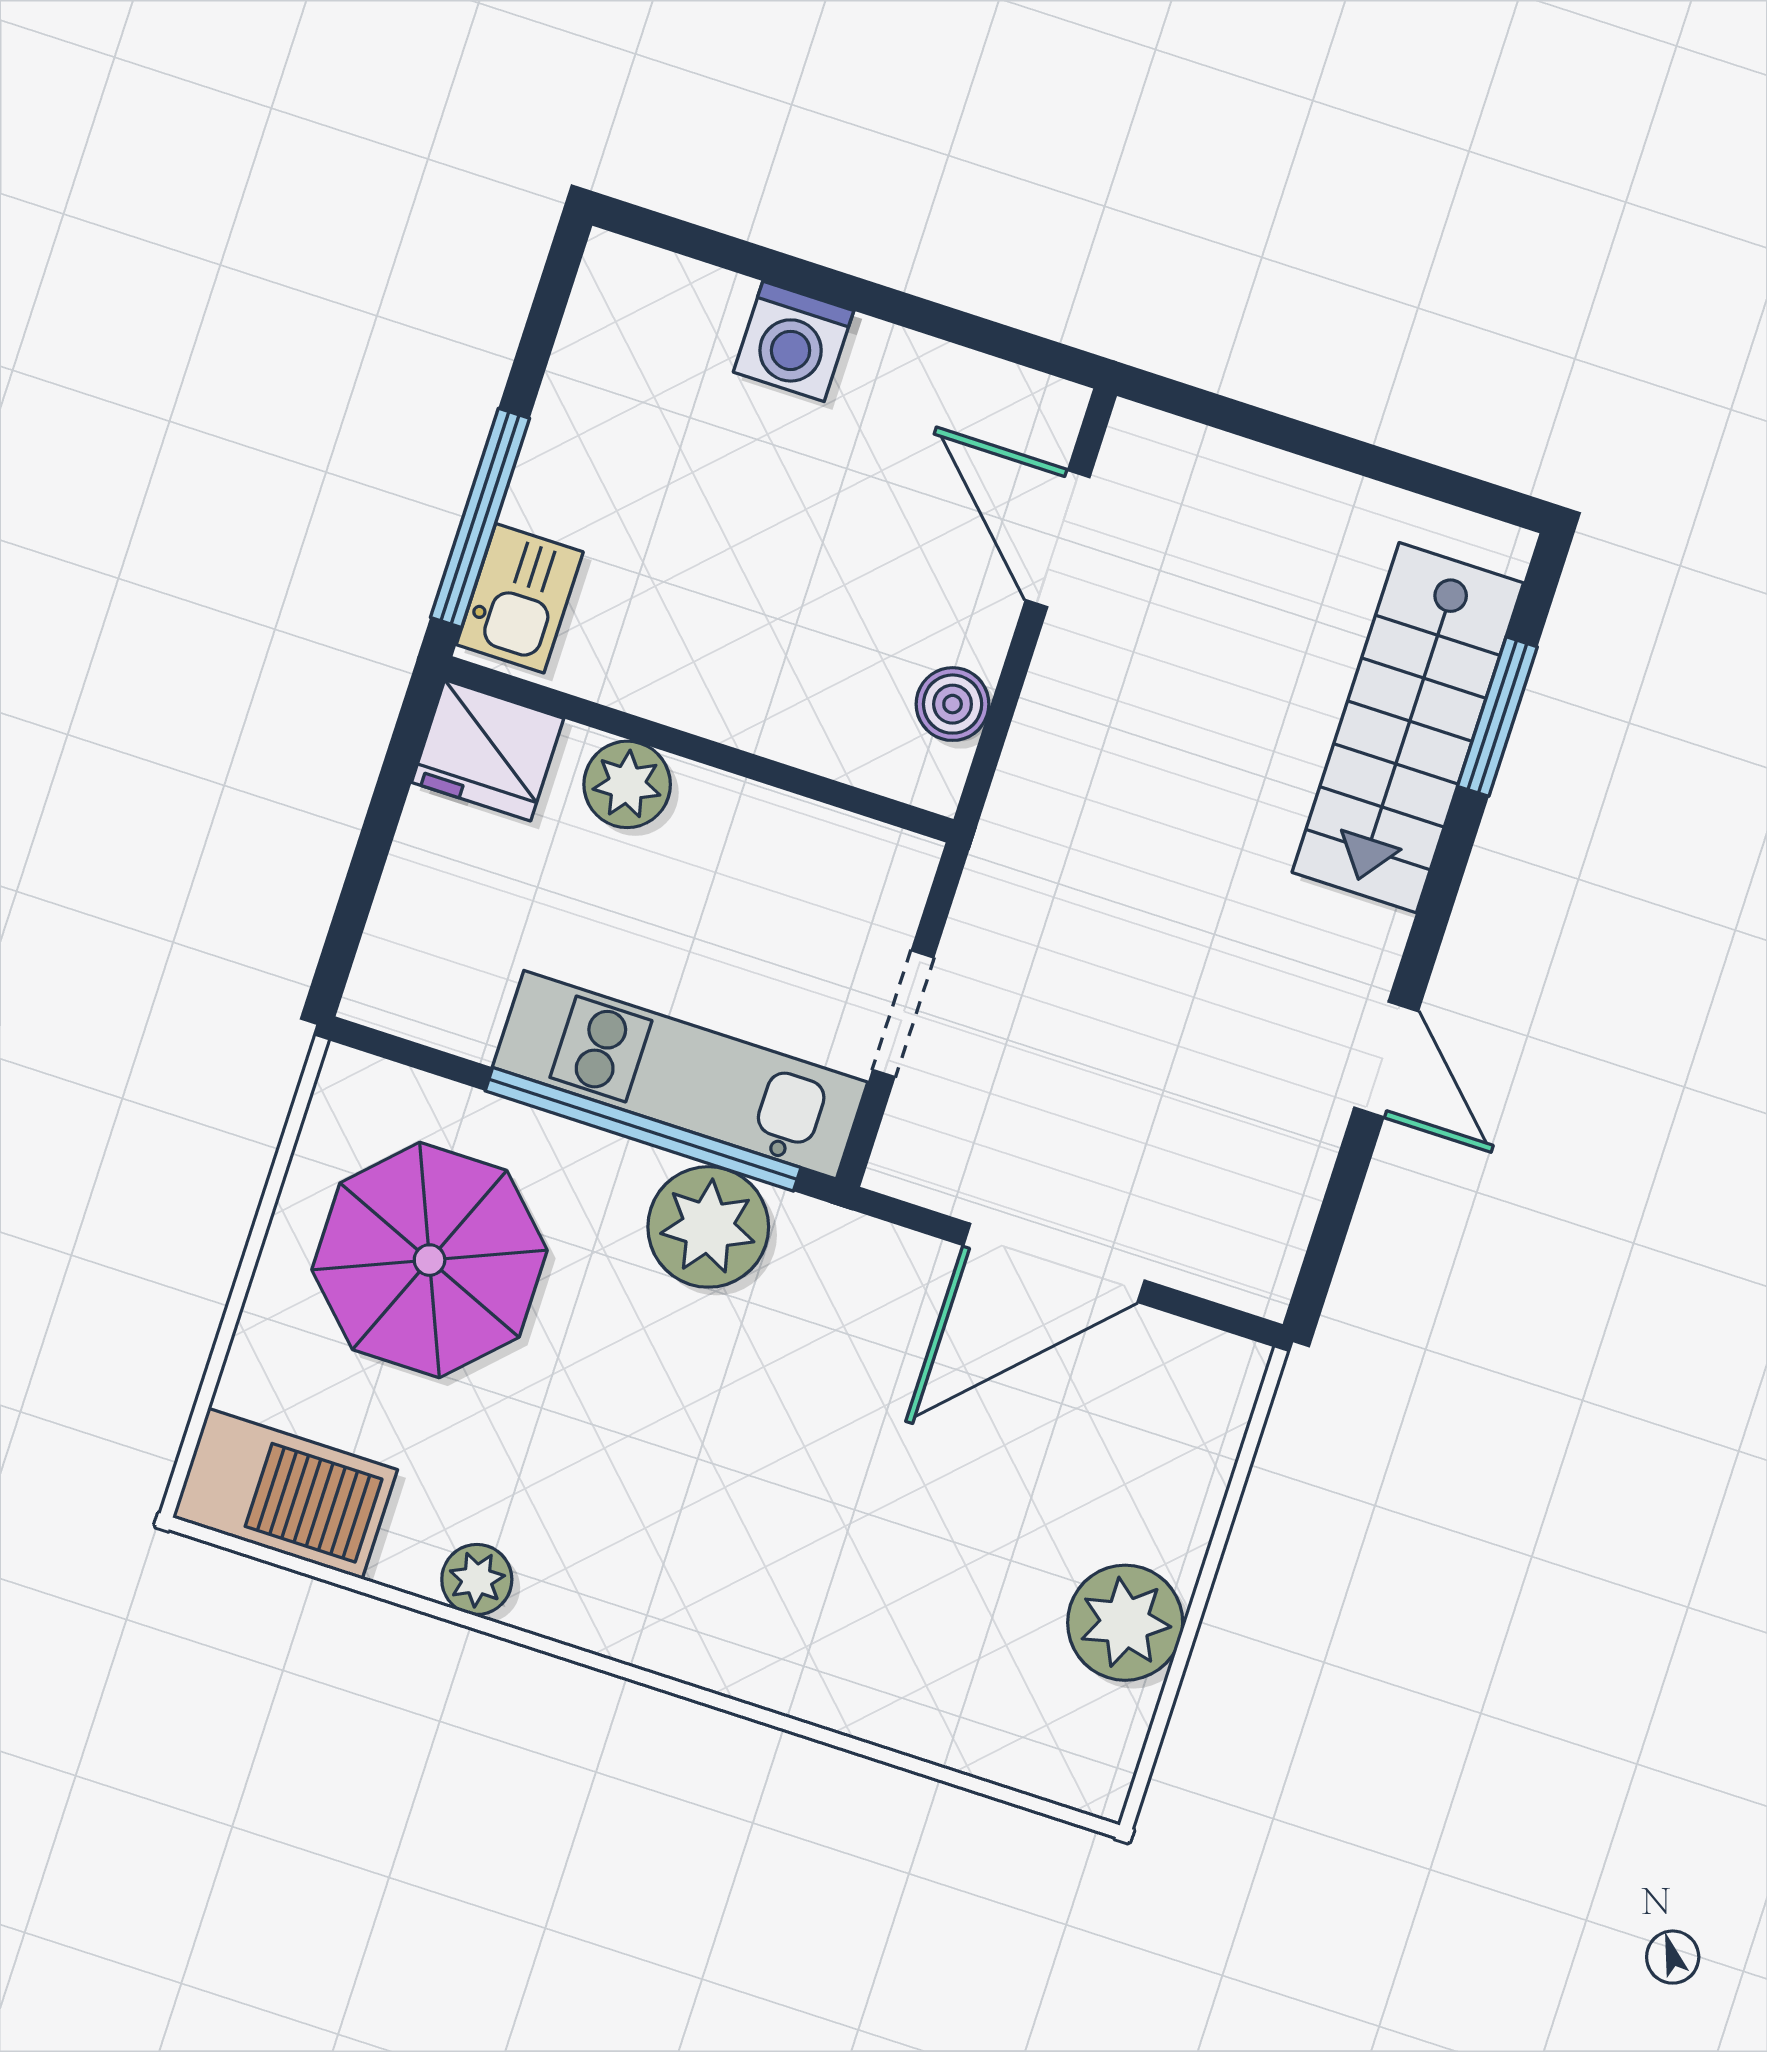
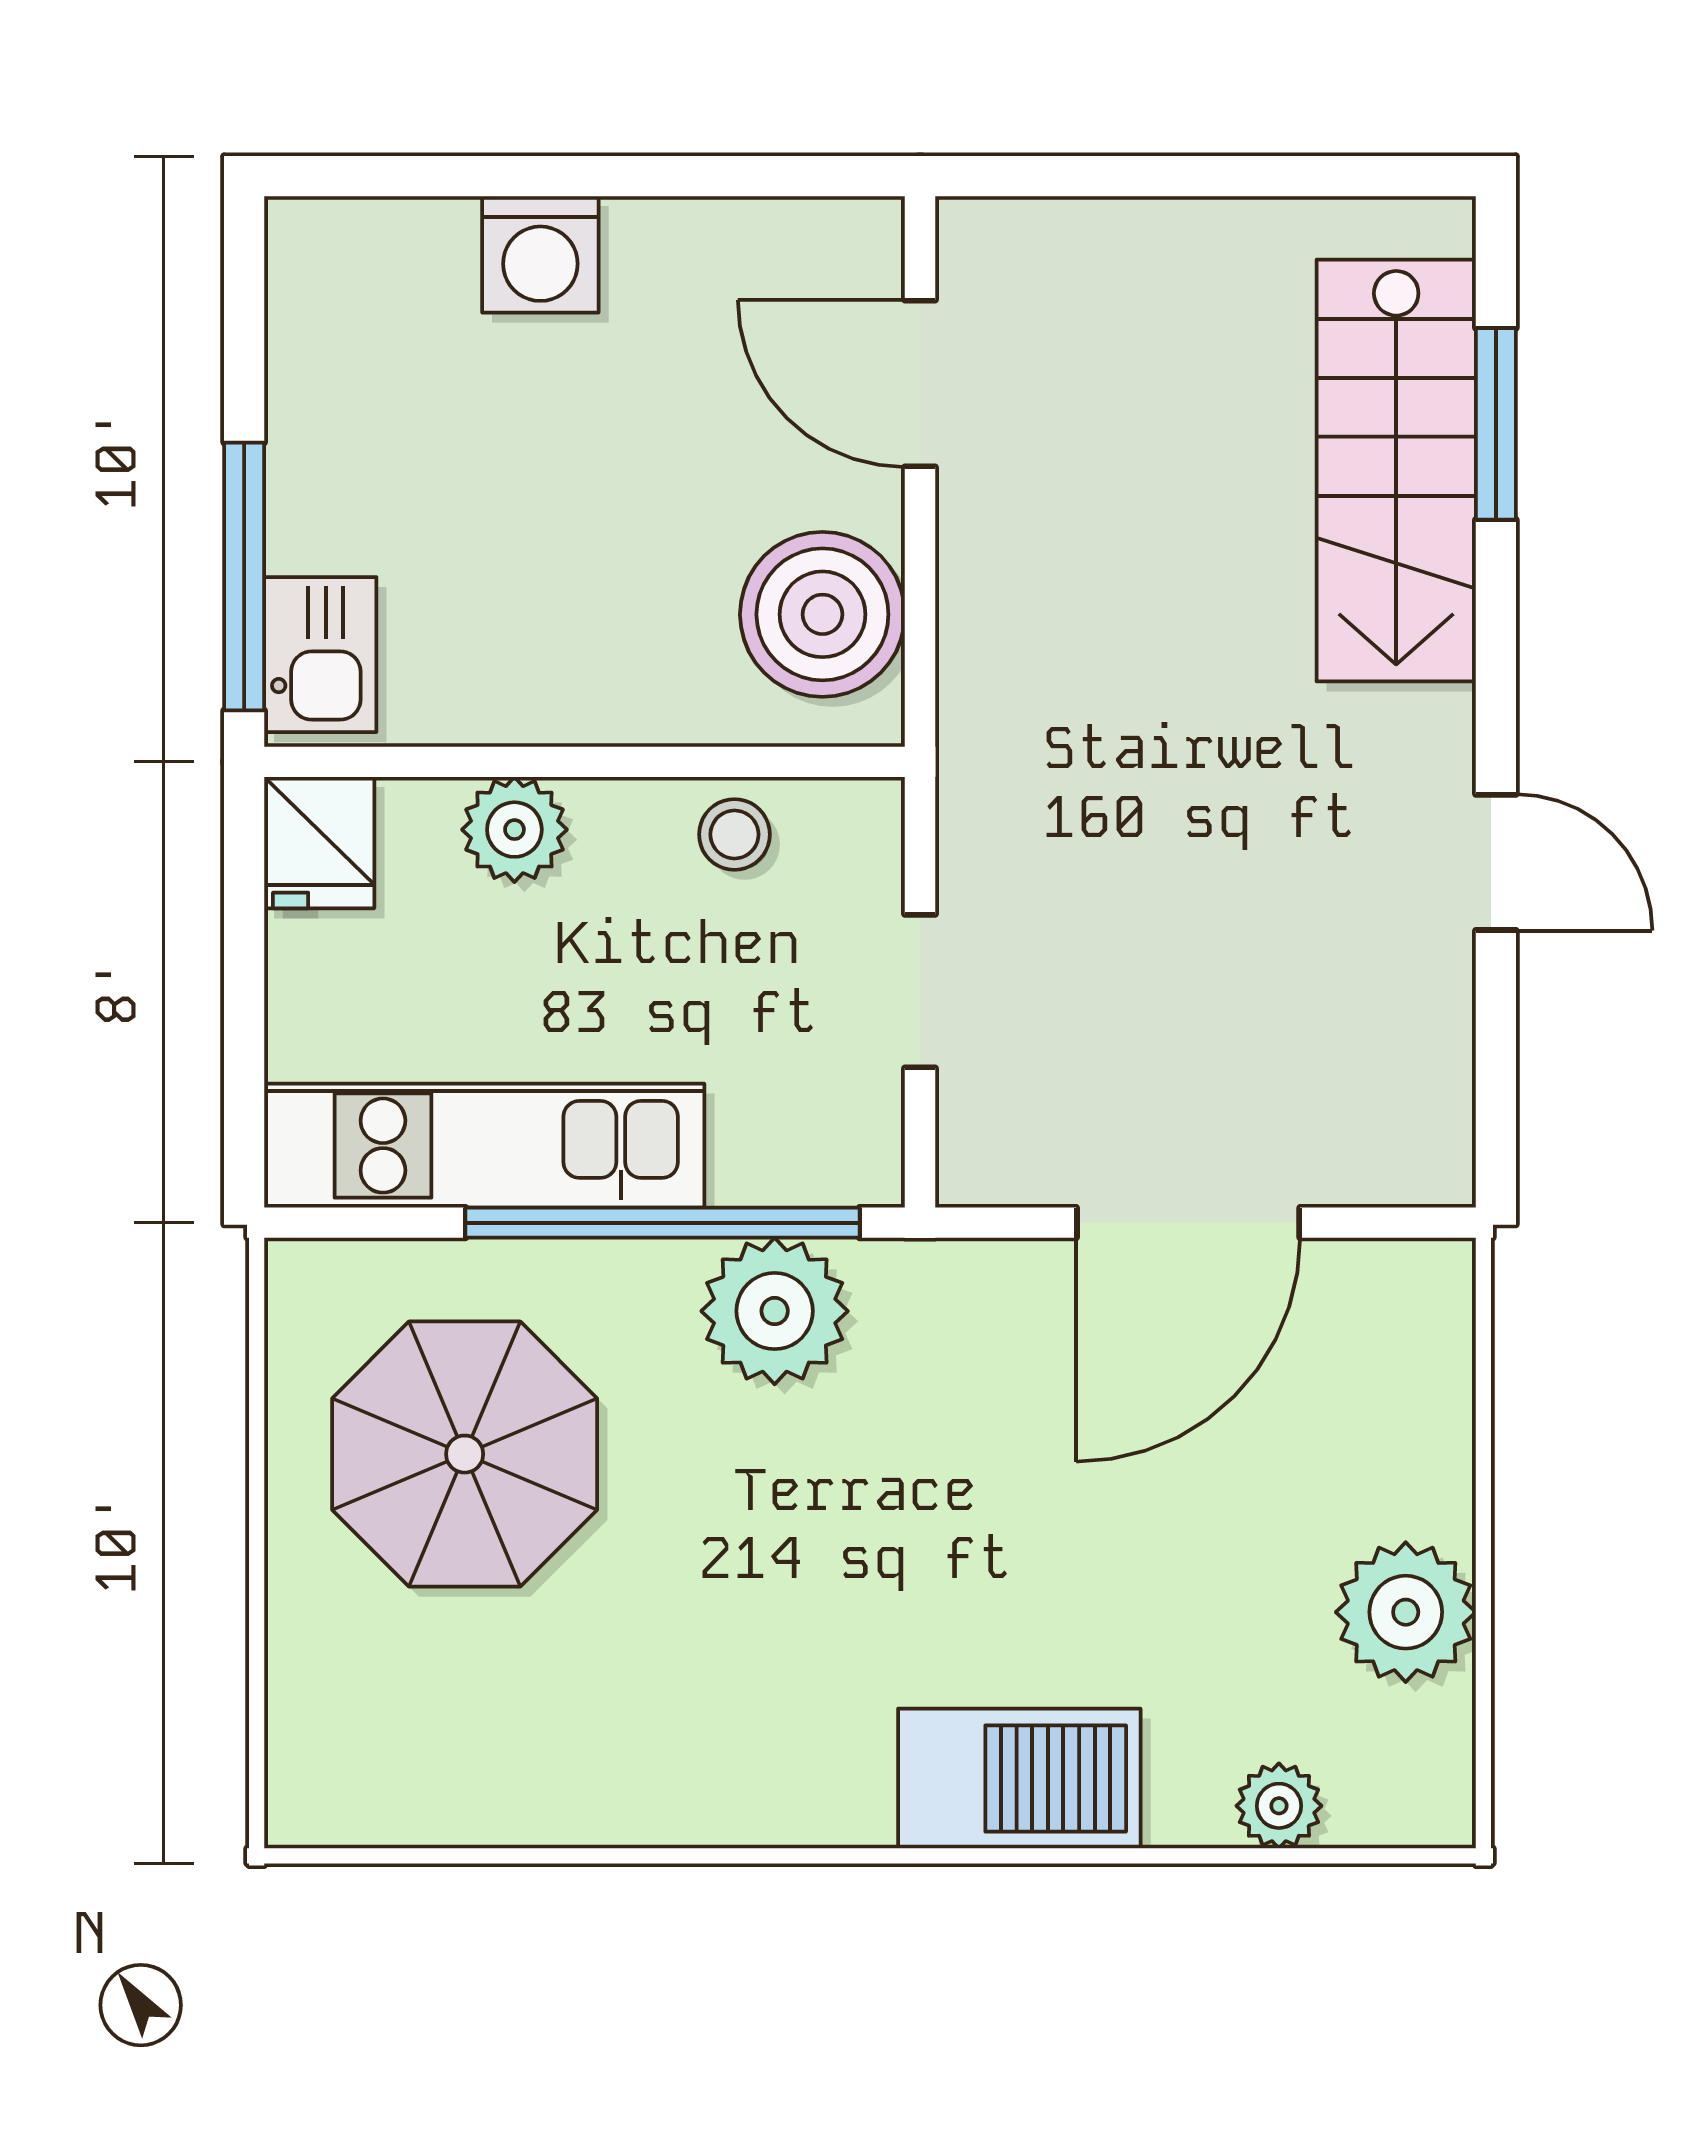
boiler: (953, 704) -> (822, 614), width x1.86, depth x1.86
fridge: (488, 750) -> (319, 843), width x0.72
stool: (798, 844) -> (734, 834), added
kitchen unit: (680, 1075) -> (484, 1146), moved
barbecue: (285, 1494) -> (1019, 1779), moved
plant: (477, 1579) -> (1279, 1806), moved

